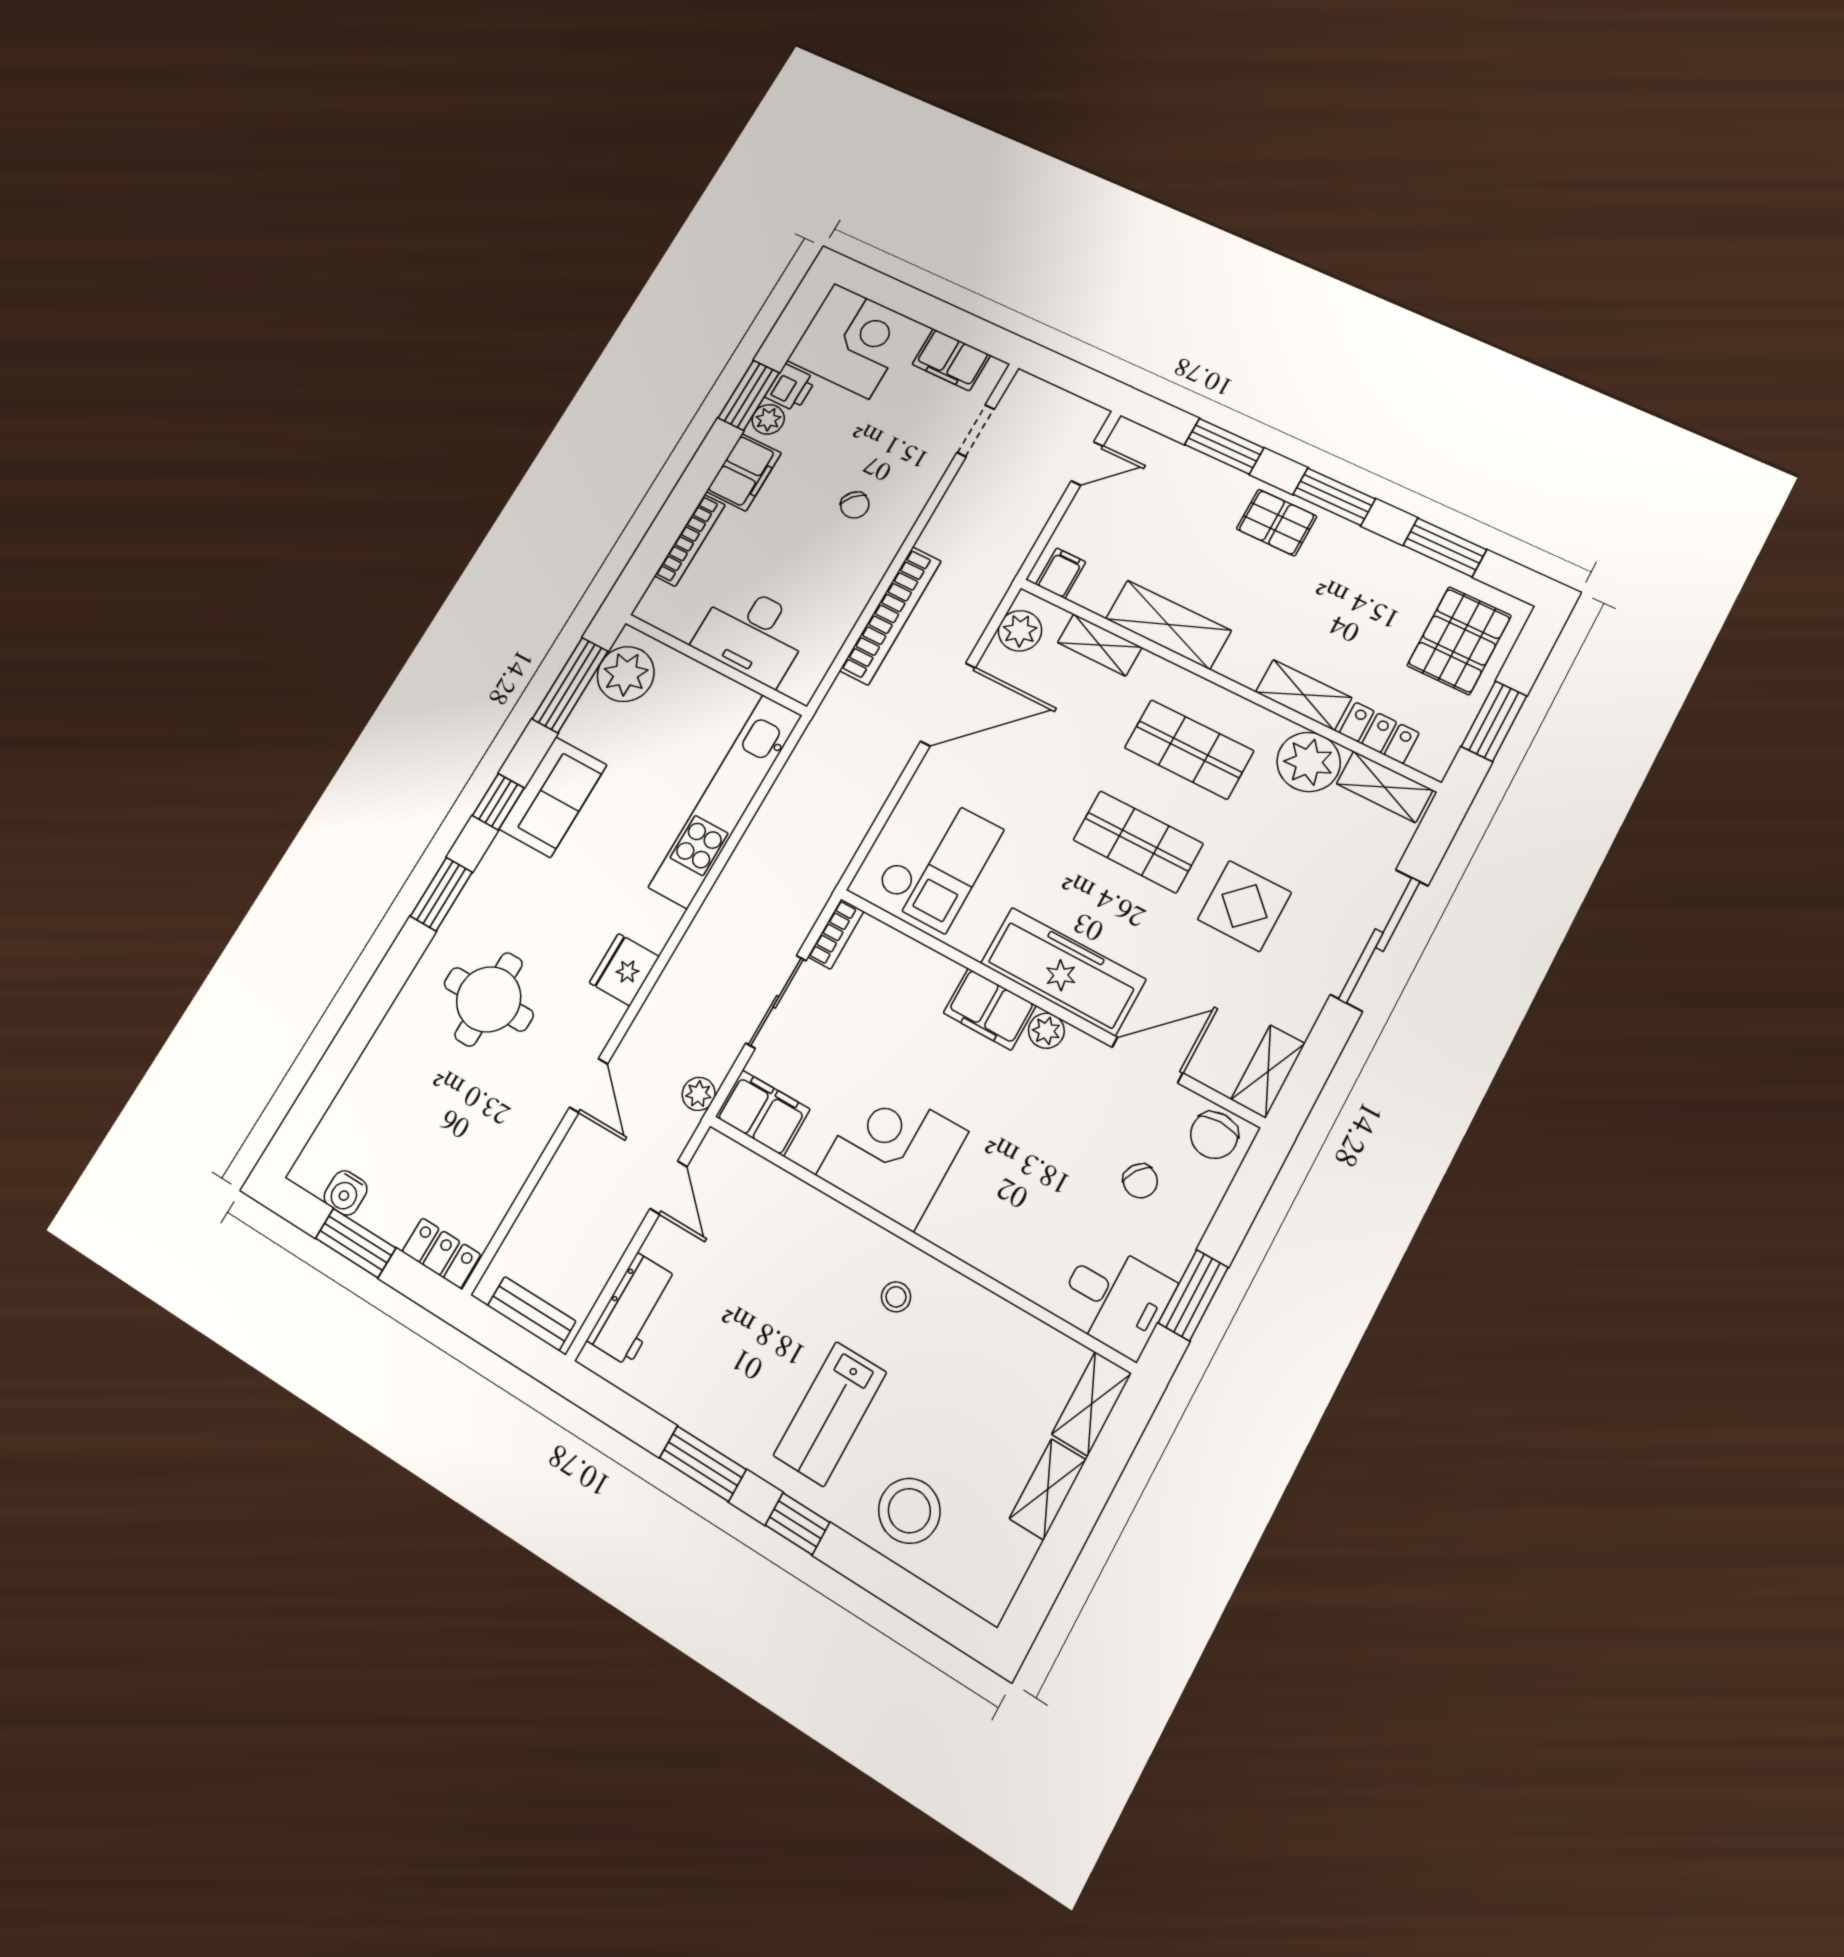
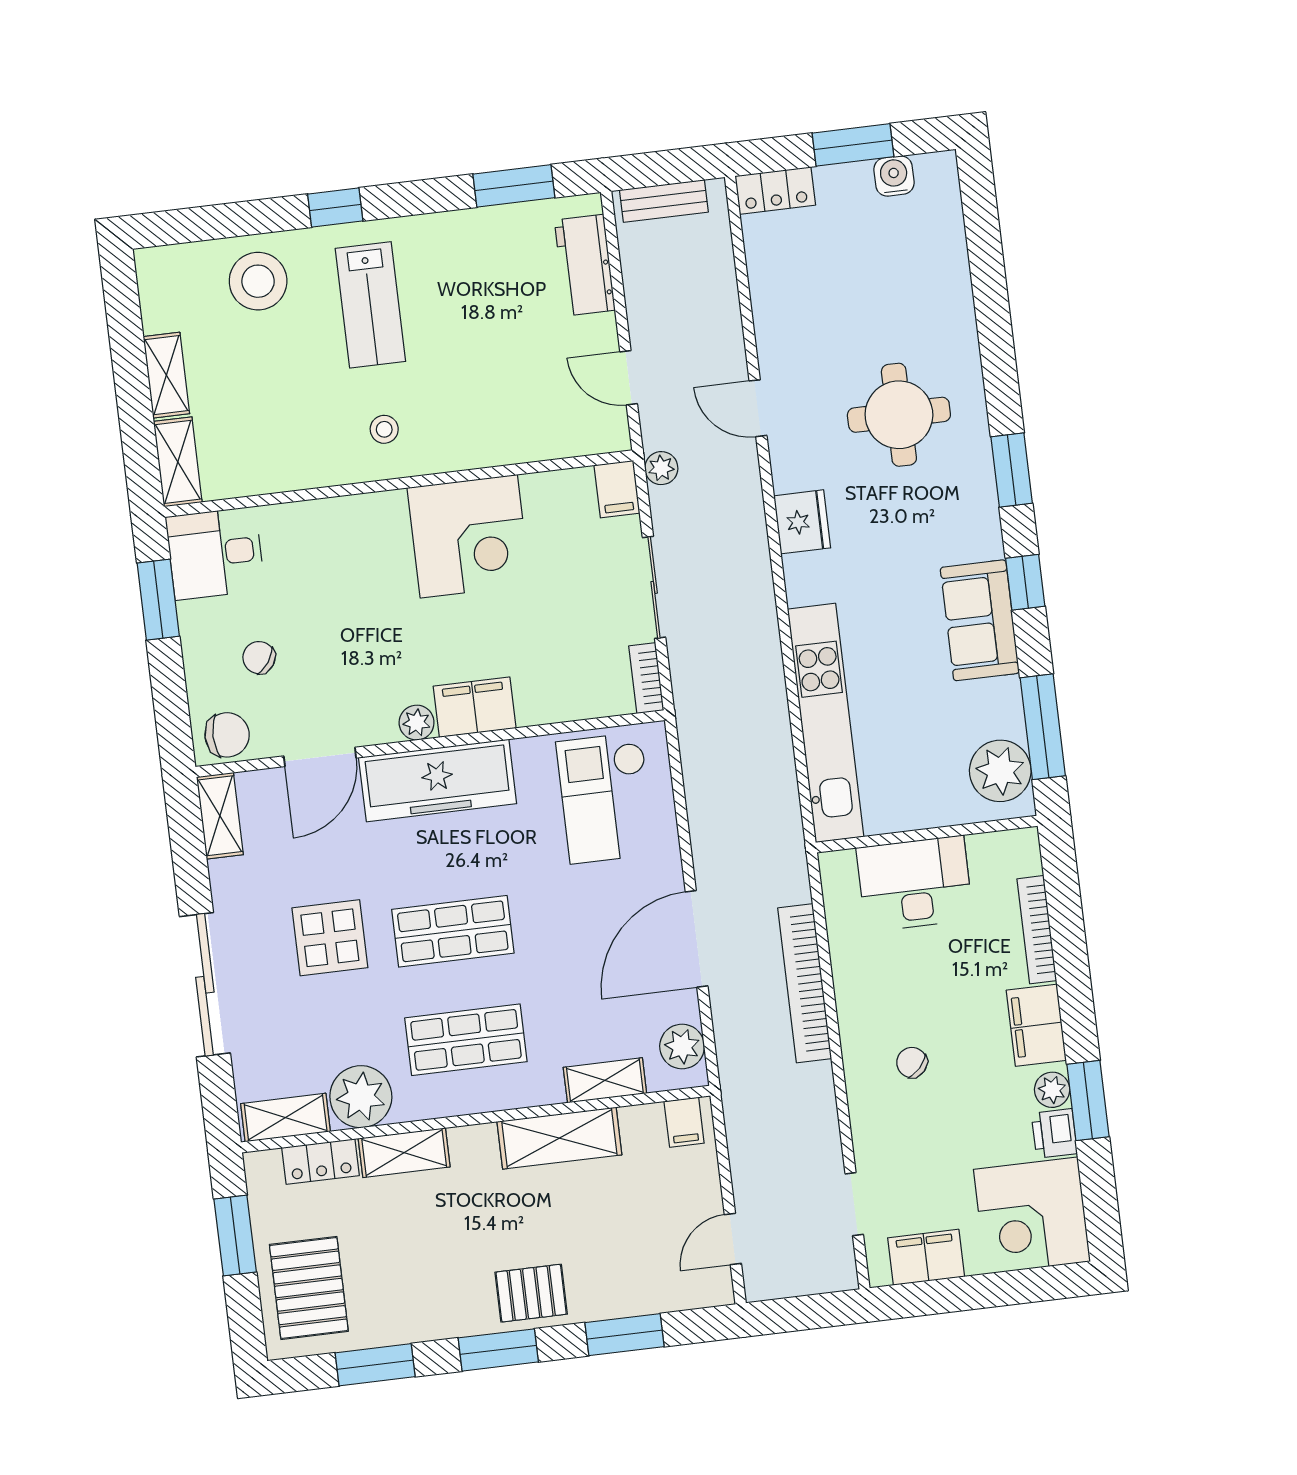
filing cabinet: (763, 1113) -> (617, 489), width x0.50
chair: (1214, 1135) -> (227, 735), turned 90
lab bench: (830, 1414) -> (370, 305), turned 180
window: (703, 1464) -> (514, 186), moved

